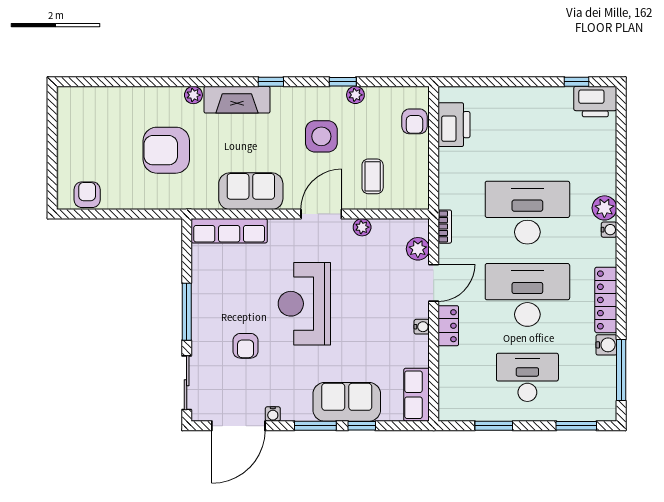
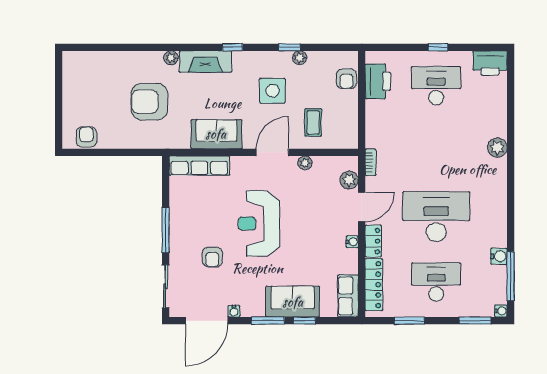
window: (577, 82) -> (438, 47), moved
desk: (527, 213) -> (436, 86), moved, width x0.73, depth x0.77
water cooler: (609, 230) -> (501, 311), moved
locker: (606, 300) -> (374, 285), moved, turned 180

